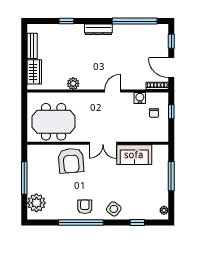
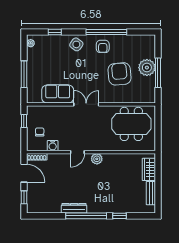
window: (135, 21) -> (86, 216), moved
dresser: (98, 29) -> (74, 208), moved
plant: (73, 84) -> (97, 159), moved
window: (171, 112) -> (24, 121), moved
armchair: (71, 161) -> (120, 74), moved
plant: (36, 203) -> (147, 68), moved

